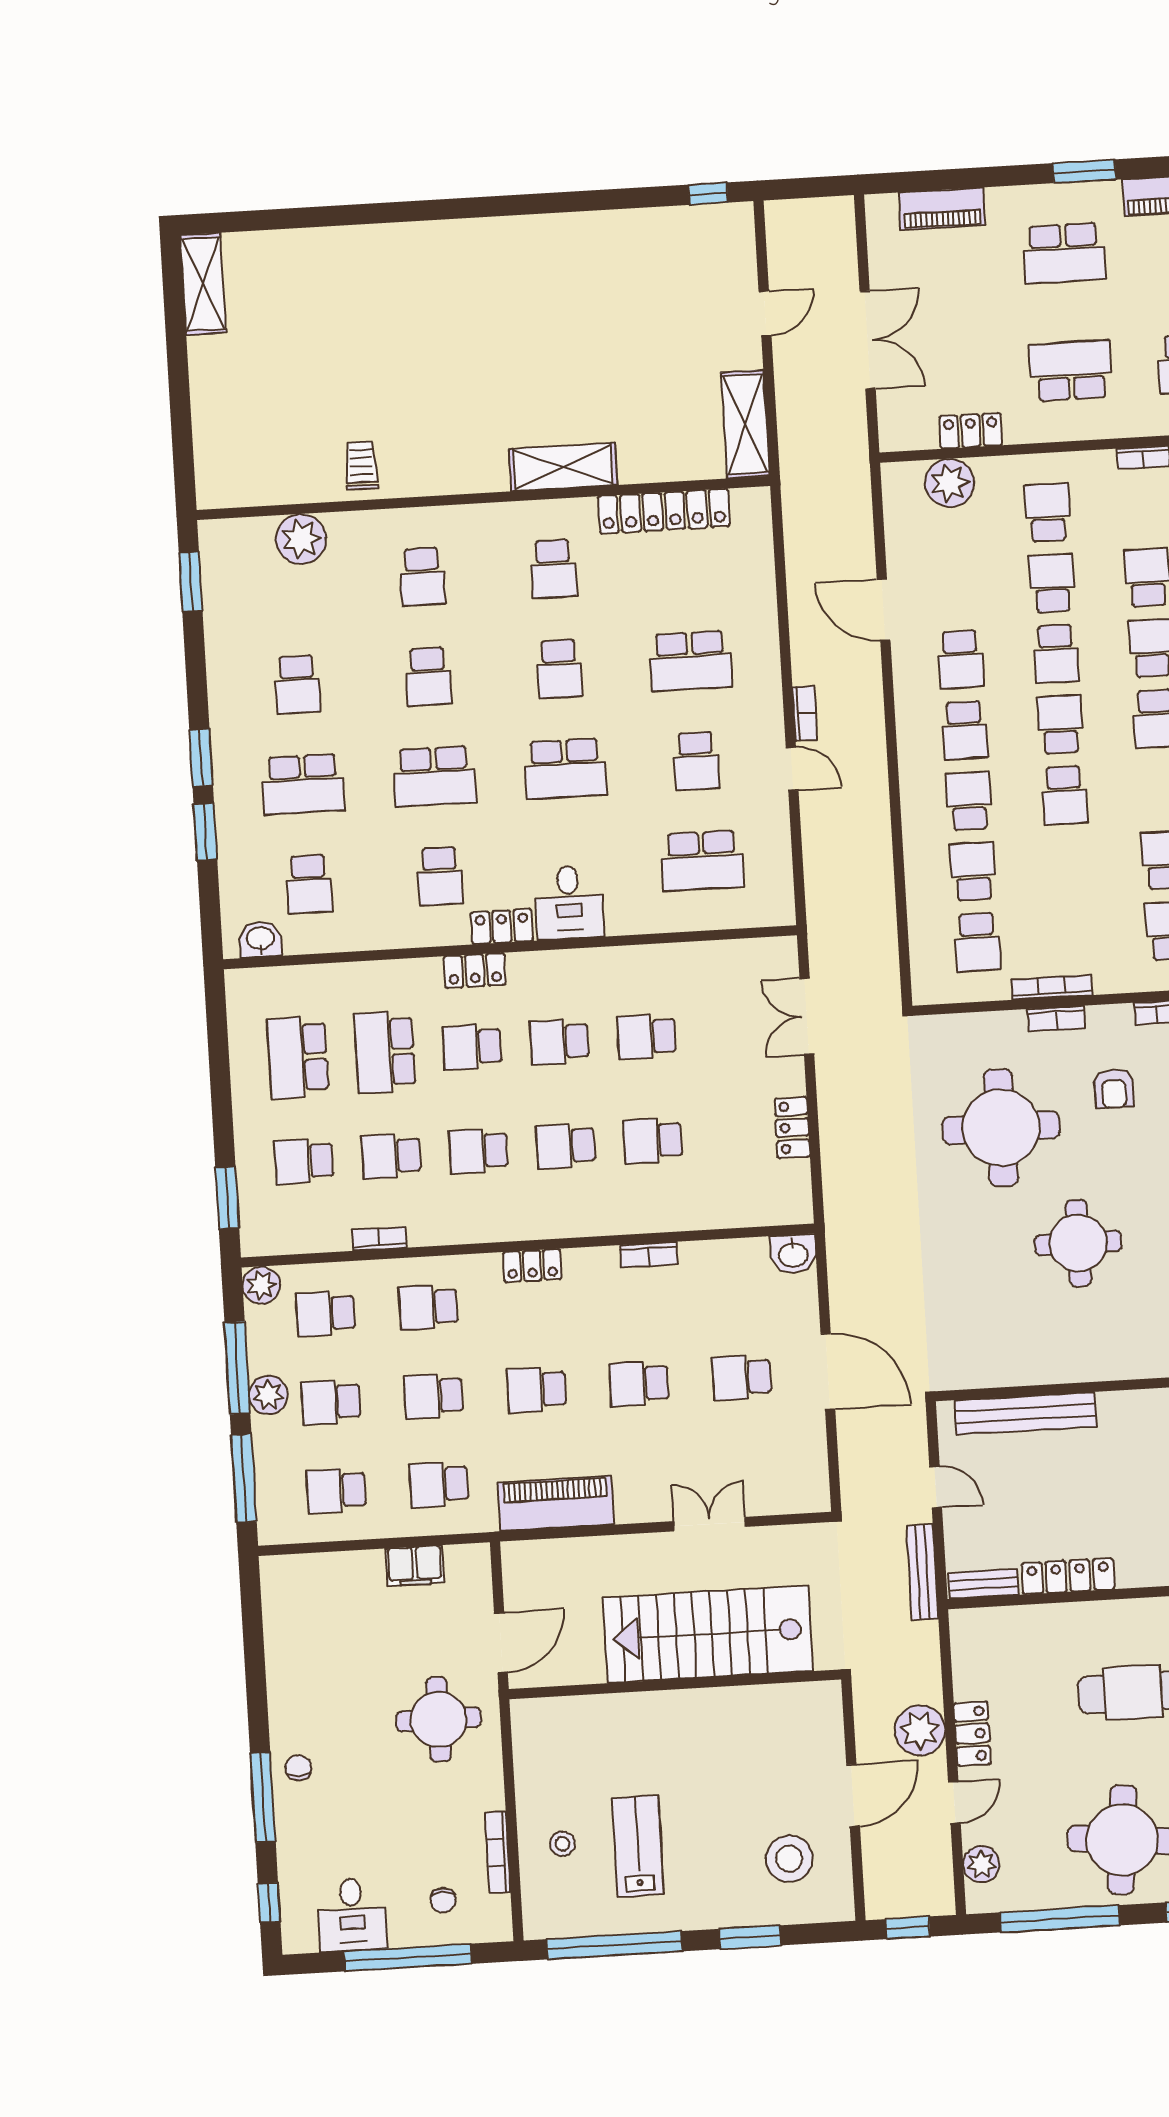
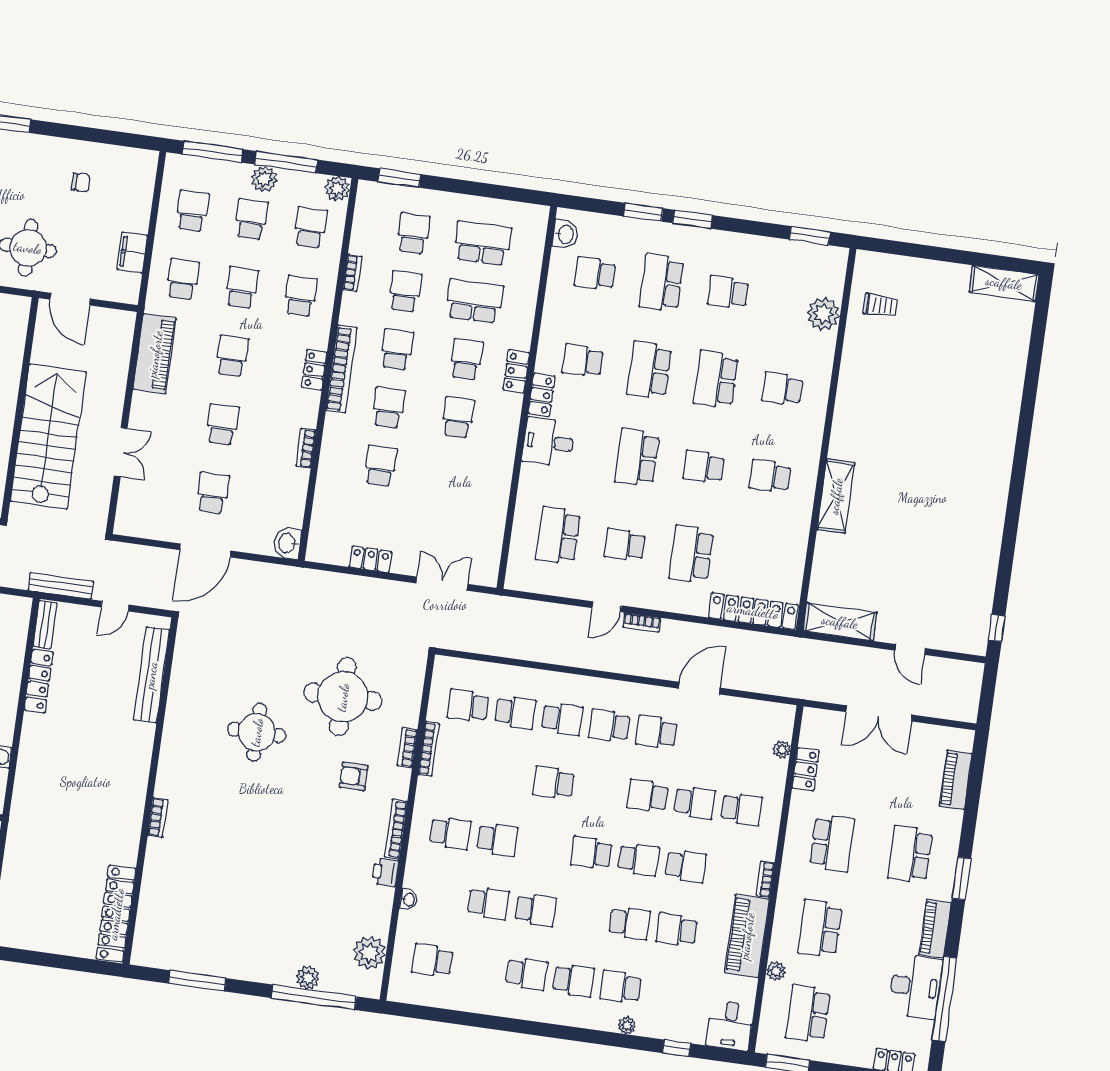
trolley: (361, 465) -> (880, 305), moved
plant: (950, 483) -> (782, 750), width x0.53, depth x0.53
locker: (664, 511) -> (753, 611), moved, turned 90
school desk: (428, 677) -> (716, 380), width x1.85
school desk: (1060, 724) -> (600, 789), removed
school desk: (647, 1037) -> (450, 475), removed
bookcase: (523, 1226) -> (341, 369), added
chair: (298, 1768) -> (81, 183), moved

